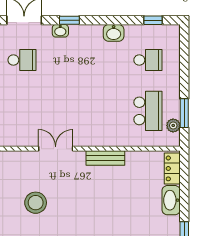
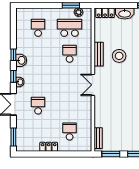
window: (153, 20) -> (13, 55), moved
washbasin: (114, 33) -> (21, 60), moved
school desk: (106, 111) -> (70, 54), added
stool: (36, 203) -> (119, 56), moved

